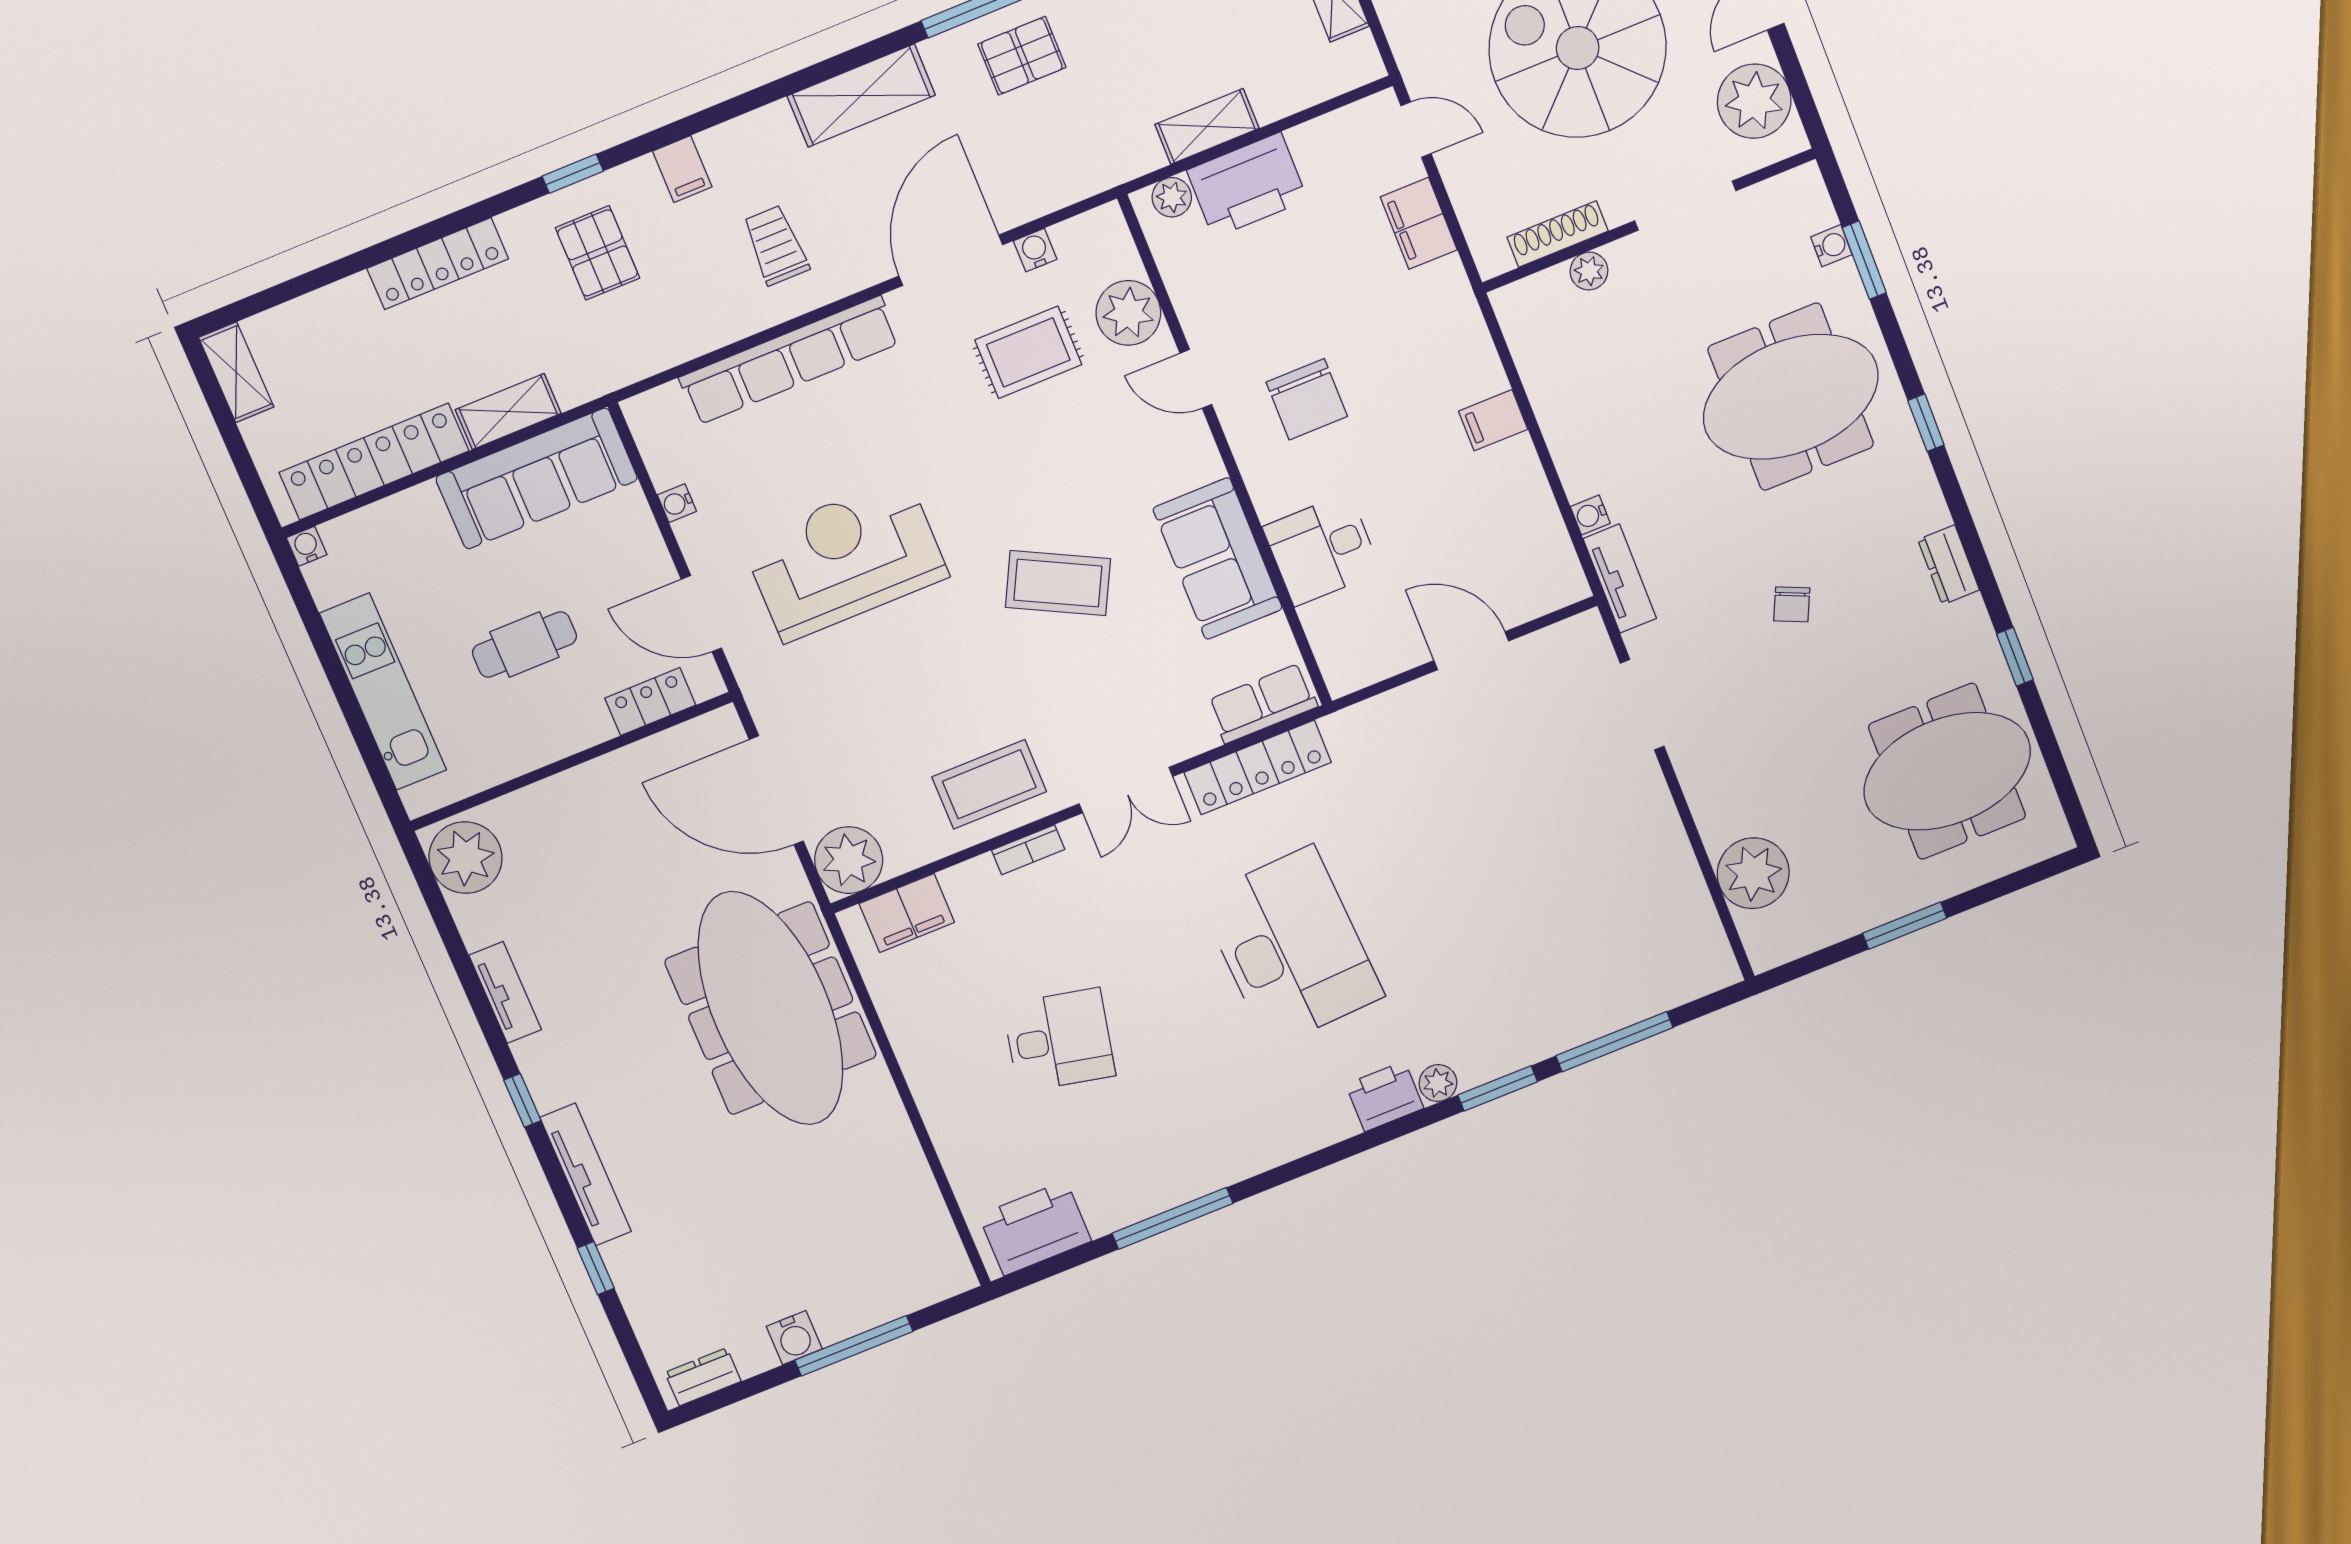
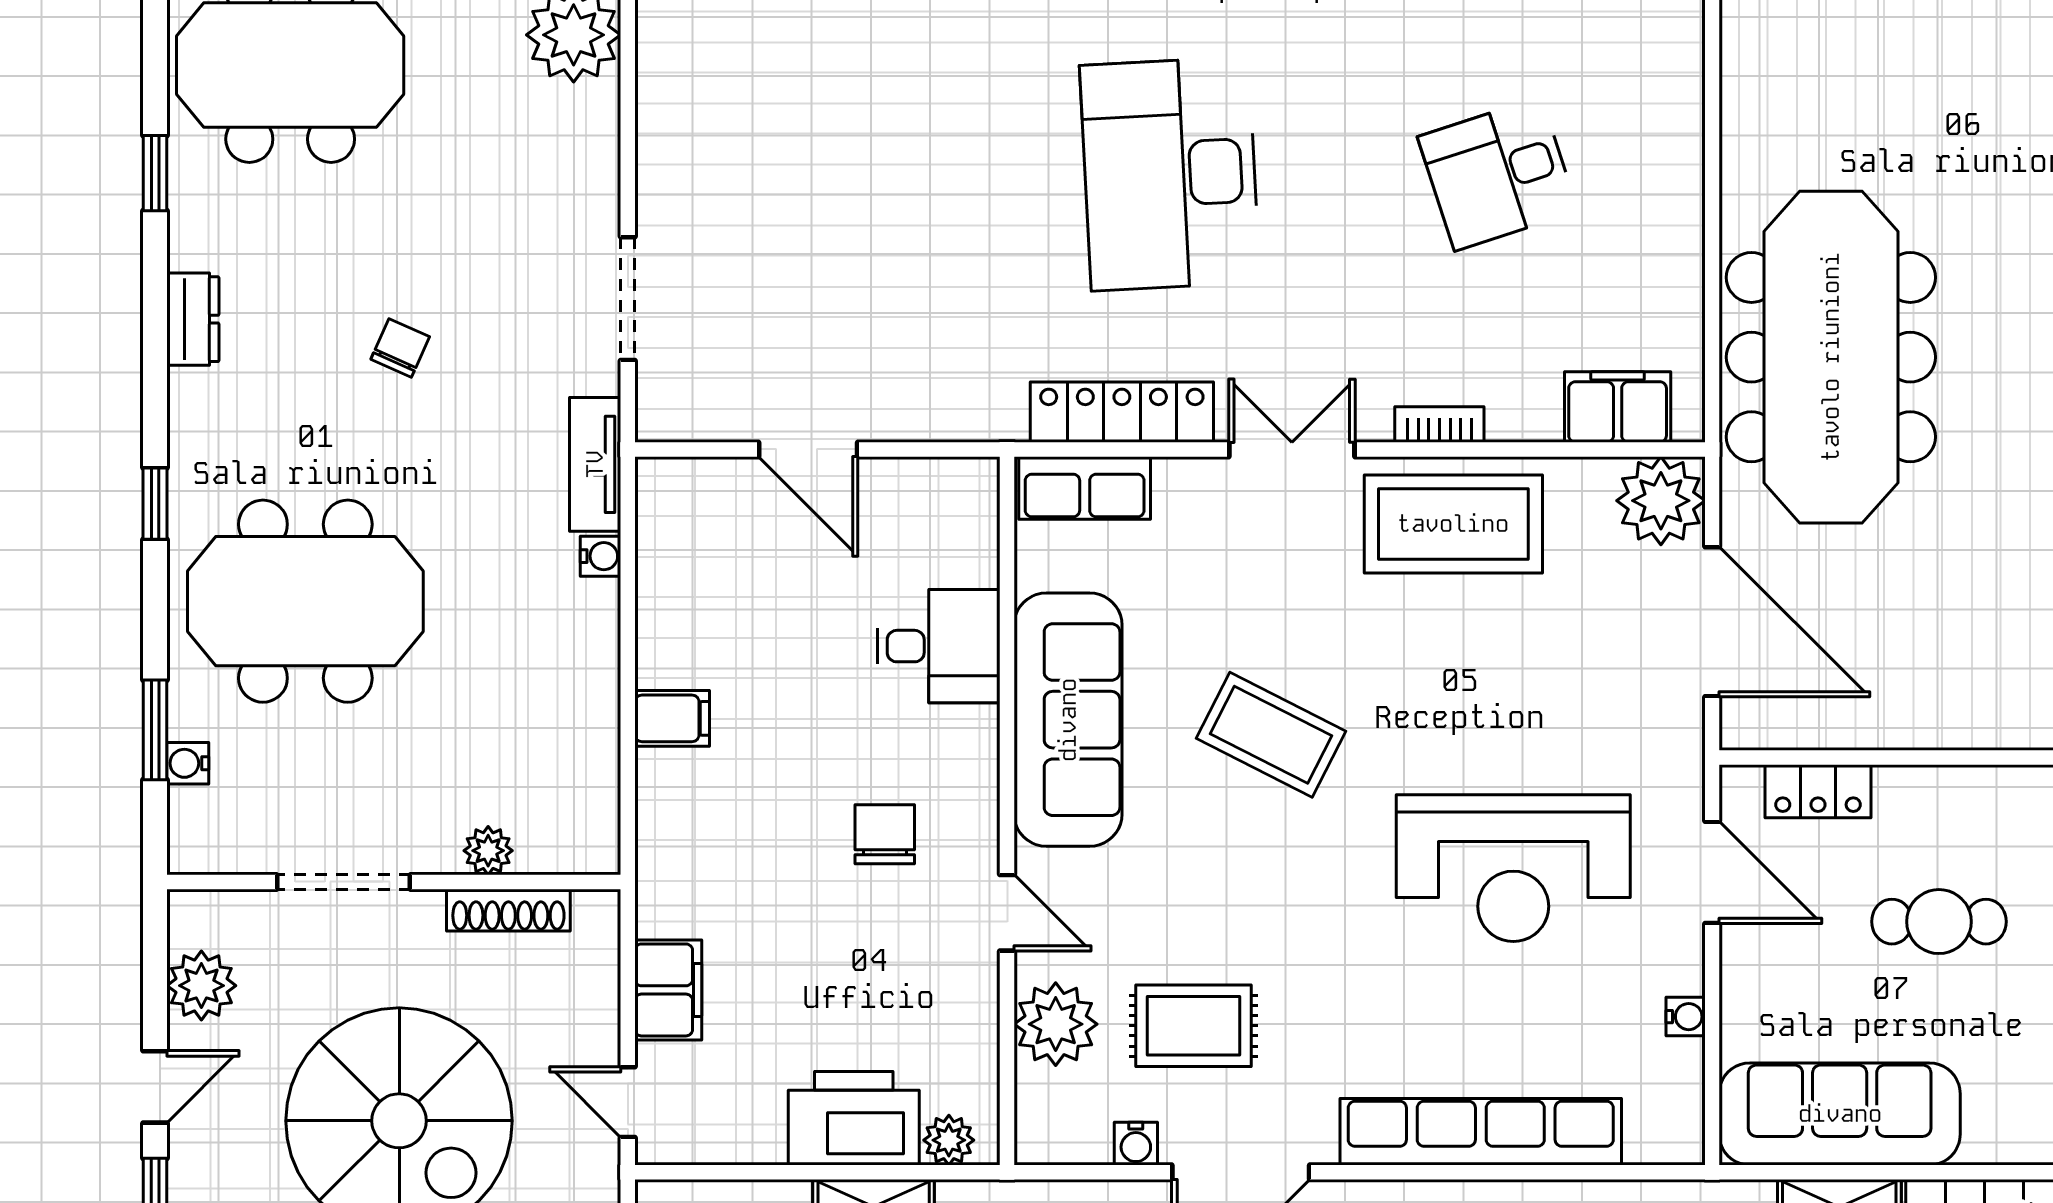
plant: (1754, 101) -> (201, 986), width x0.73, depth x0.73
chair: (1307, 399) -> (885, 834), width x0.73, depth x0.73
sofa: (1218, 559) -> (1068, 720), width x1.36
coffee table: (989, 784) -> (1453, 524), width x1.36, depth x1.32
desk: (1059, 1040) -> (1498, 174), turned -30

